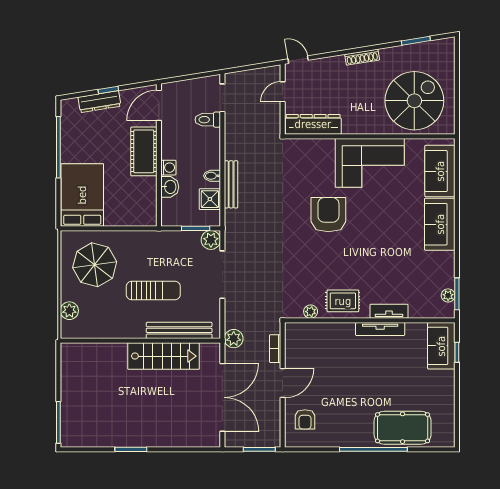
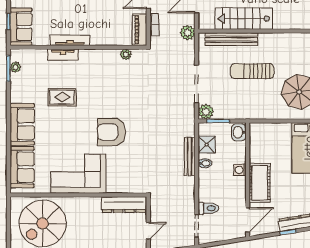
washbasin: (170, 187) -> (239, 132), moved
armchair: (328, 215) -> (111, 132), turned 90
rug: (343, 301) -> (62, 97), moved
piano: (294, 342) -> (139, 30), added

